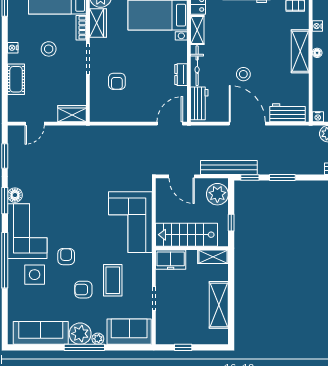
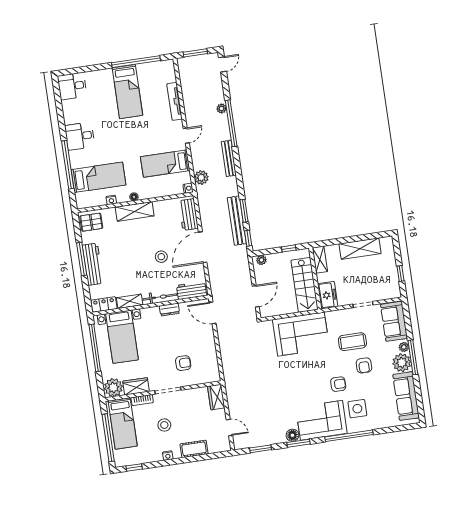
bench: (229, 168) -> (237, 221), moved
plant: (217, 194) -> (261, 260), width x0.53, depth x0.53
armchair: (66, 257) -> (338, 384), turned 180

